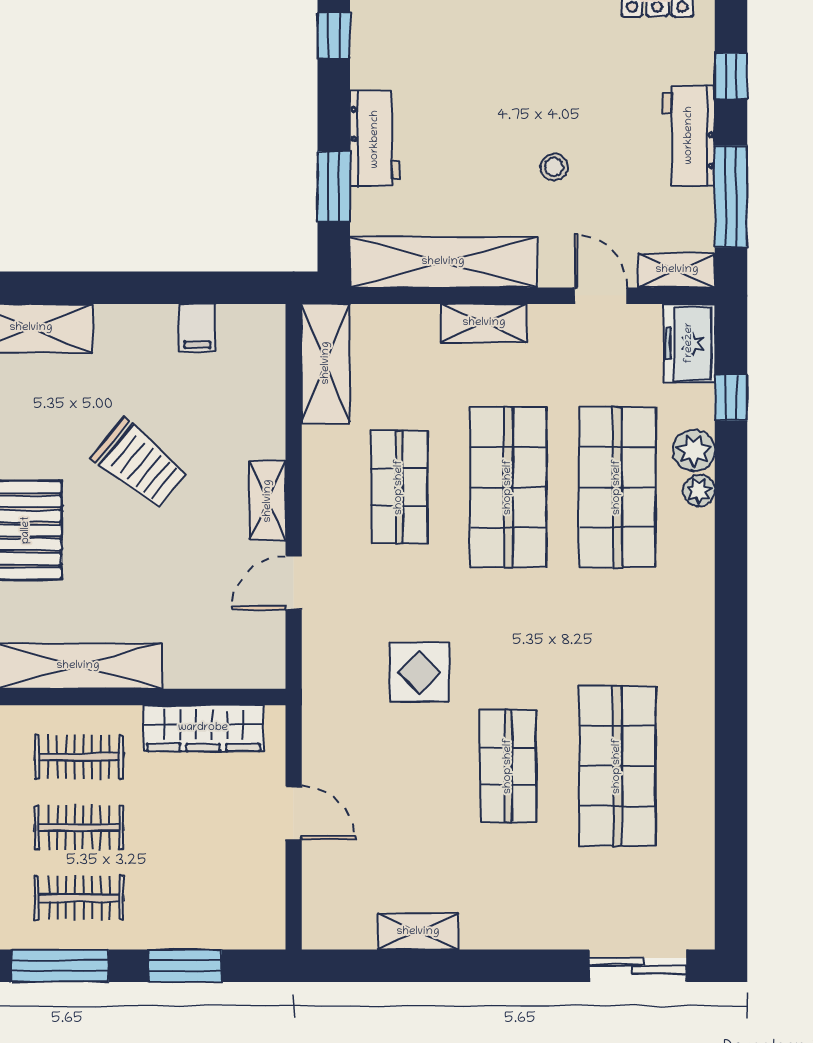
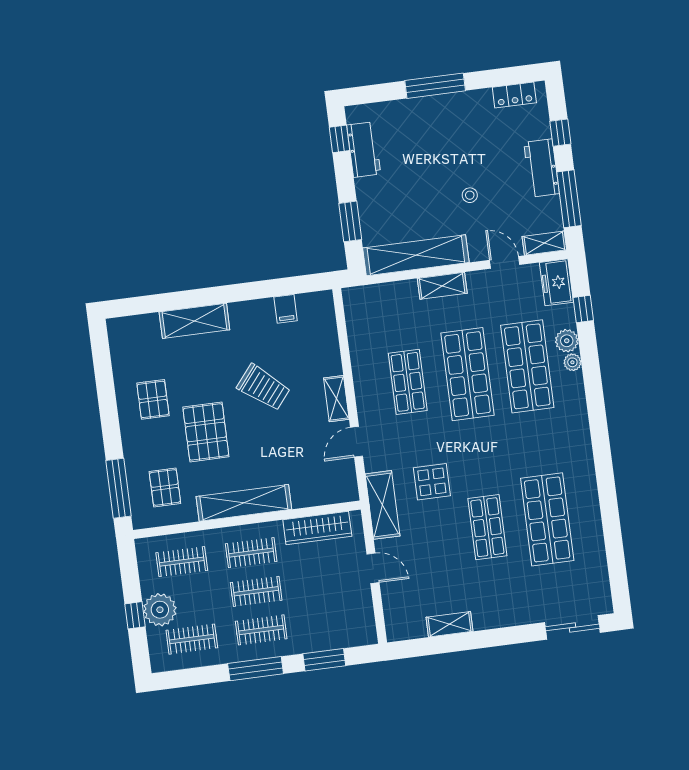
workbench: (375, 139) -> (364, 150), moved
shelving: (326, 363) -> (383, 505), moved

